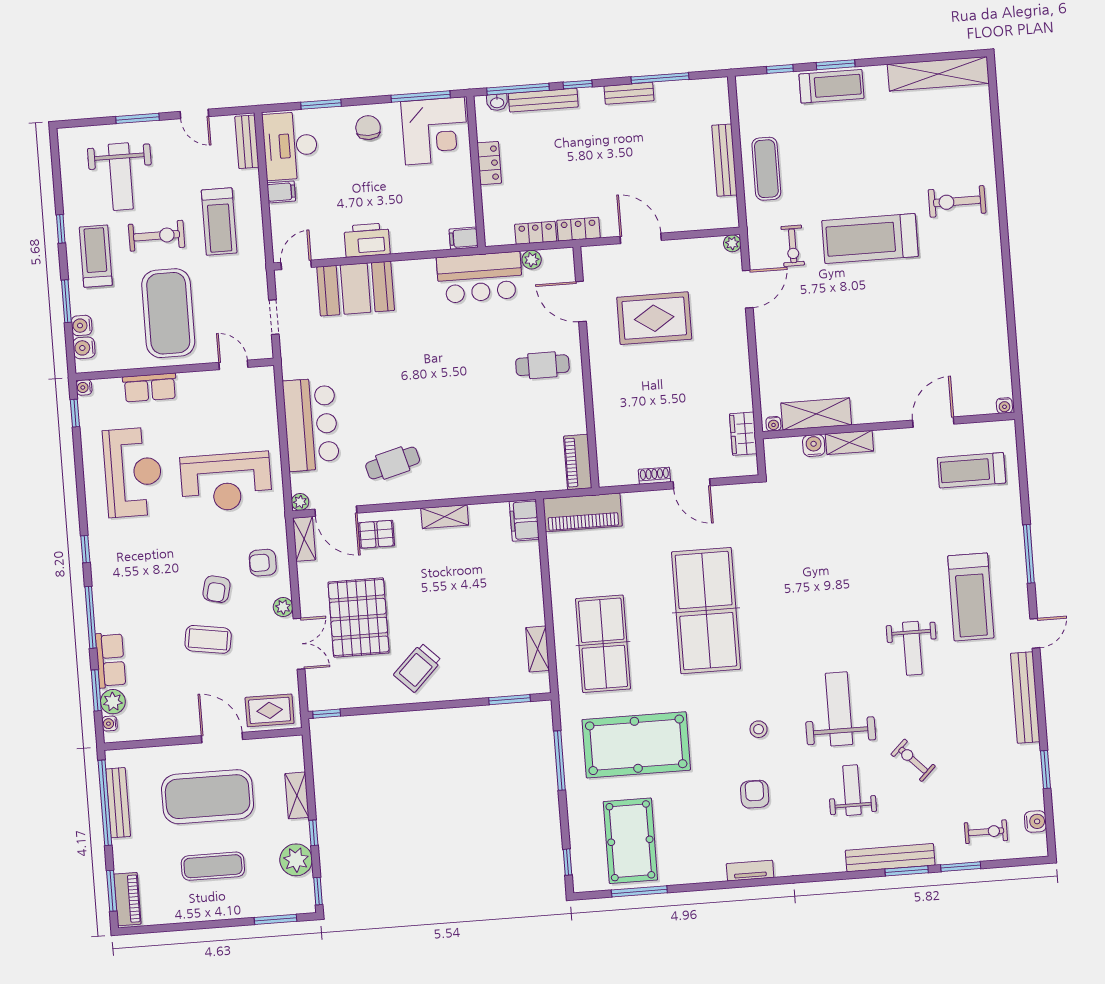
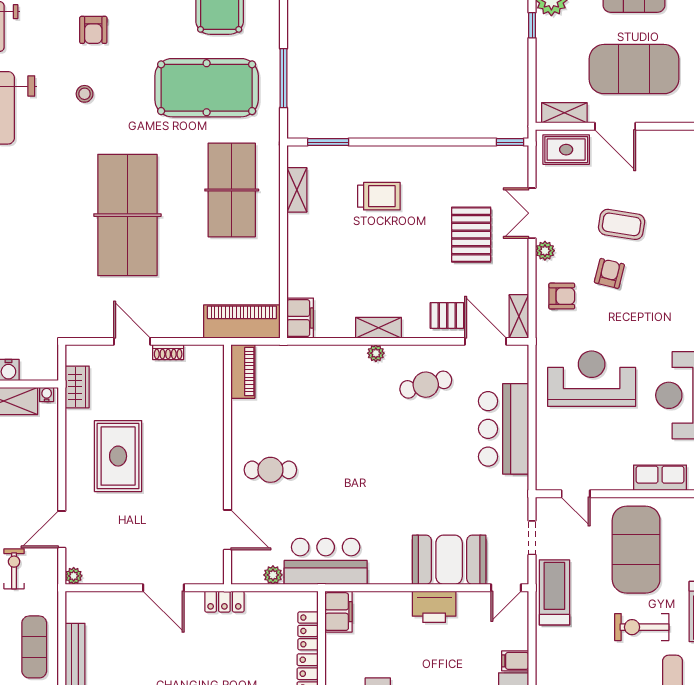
treadmill: (219, 222) -> (554, 592), moved
locker: (536, 233) -> (308, 631), moved, turned 90
filing cabinet: (464, 238) -> (339, 612), width x2.00
rug: (654, 318) -> (118, 456), moved, turned 90
plant: (300, 502) -> (376, 353), moved
pallet: (359, 618) -> (471, 235), width x0.73, depth x0.71
trolley: (418, 668) -> (379, 196), moved, turned 45
shelving: (297, 795) -> (564, 113), moved, turned 90

